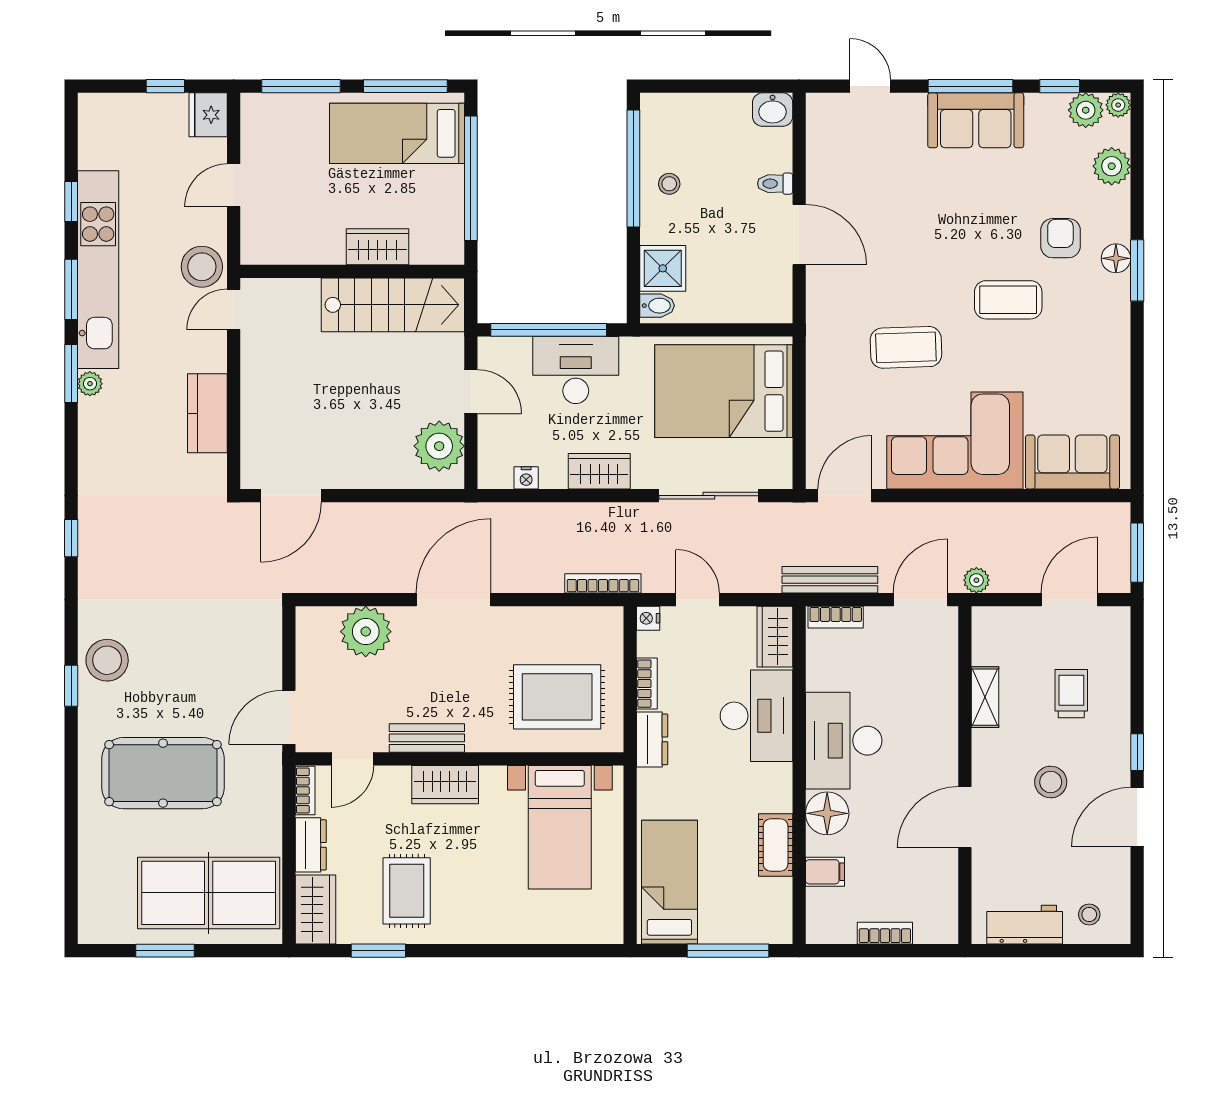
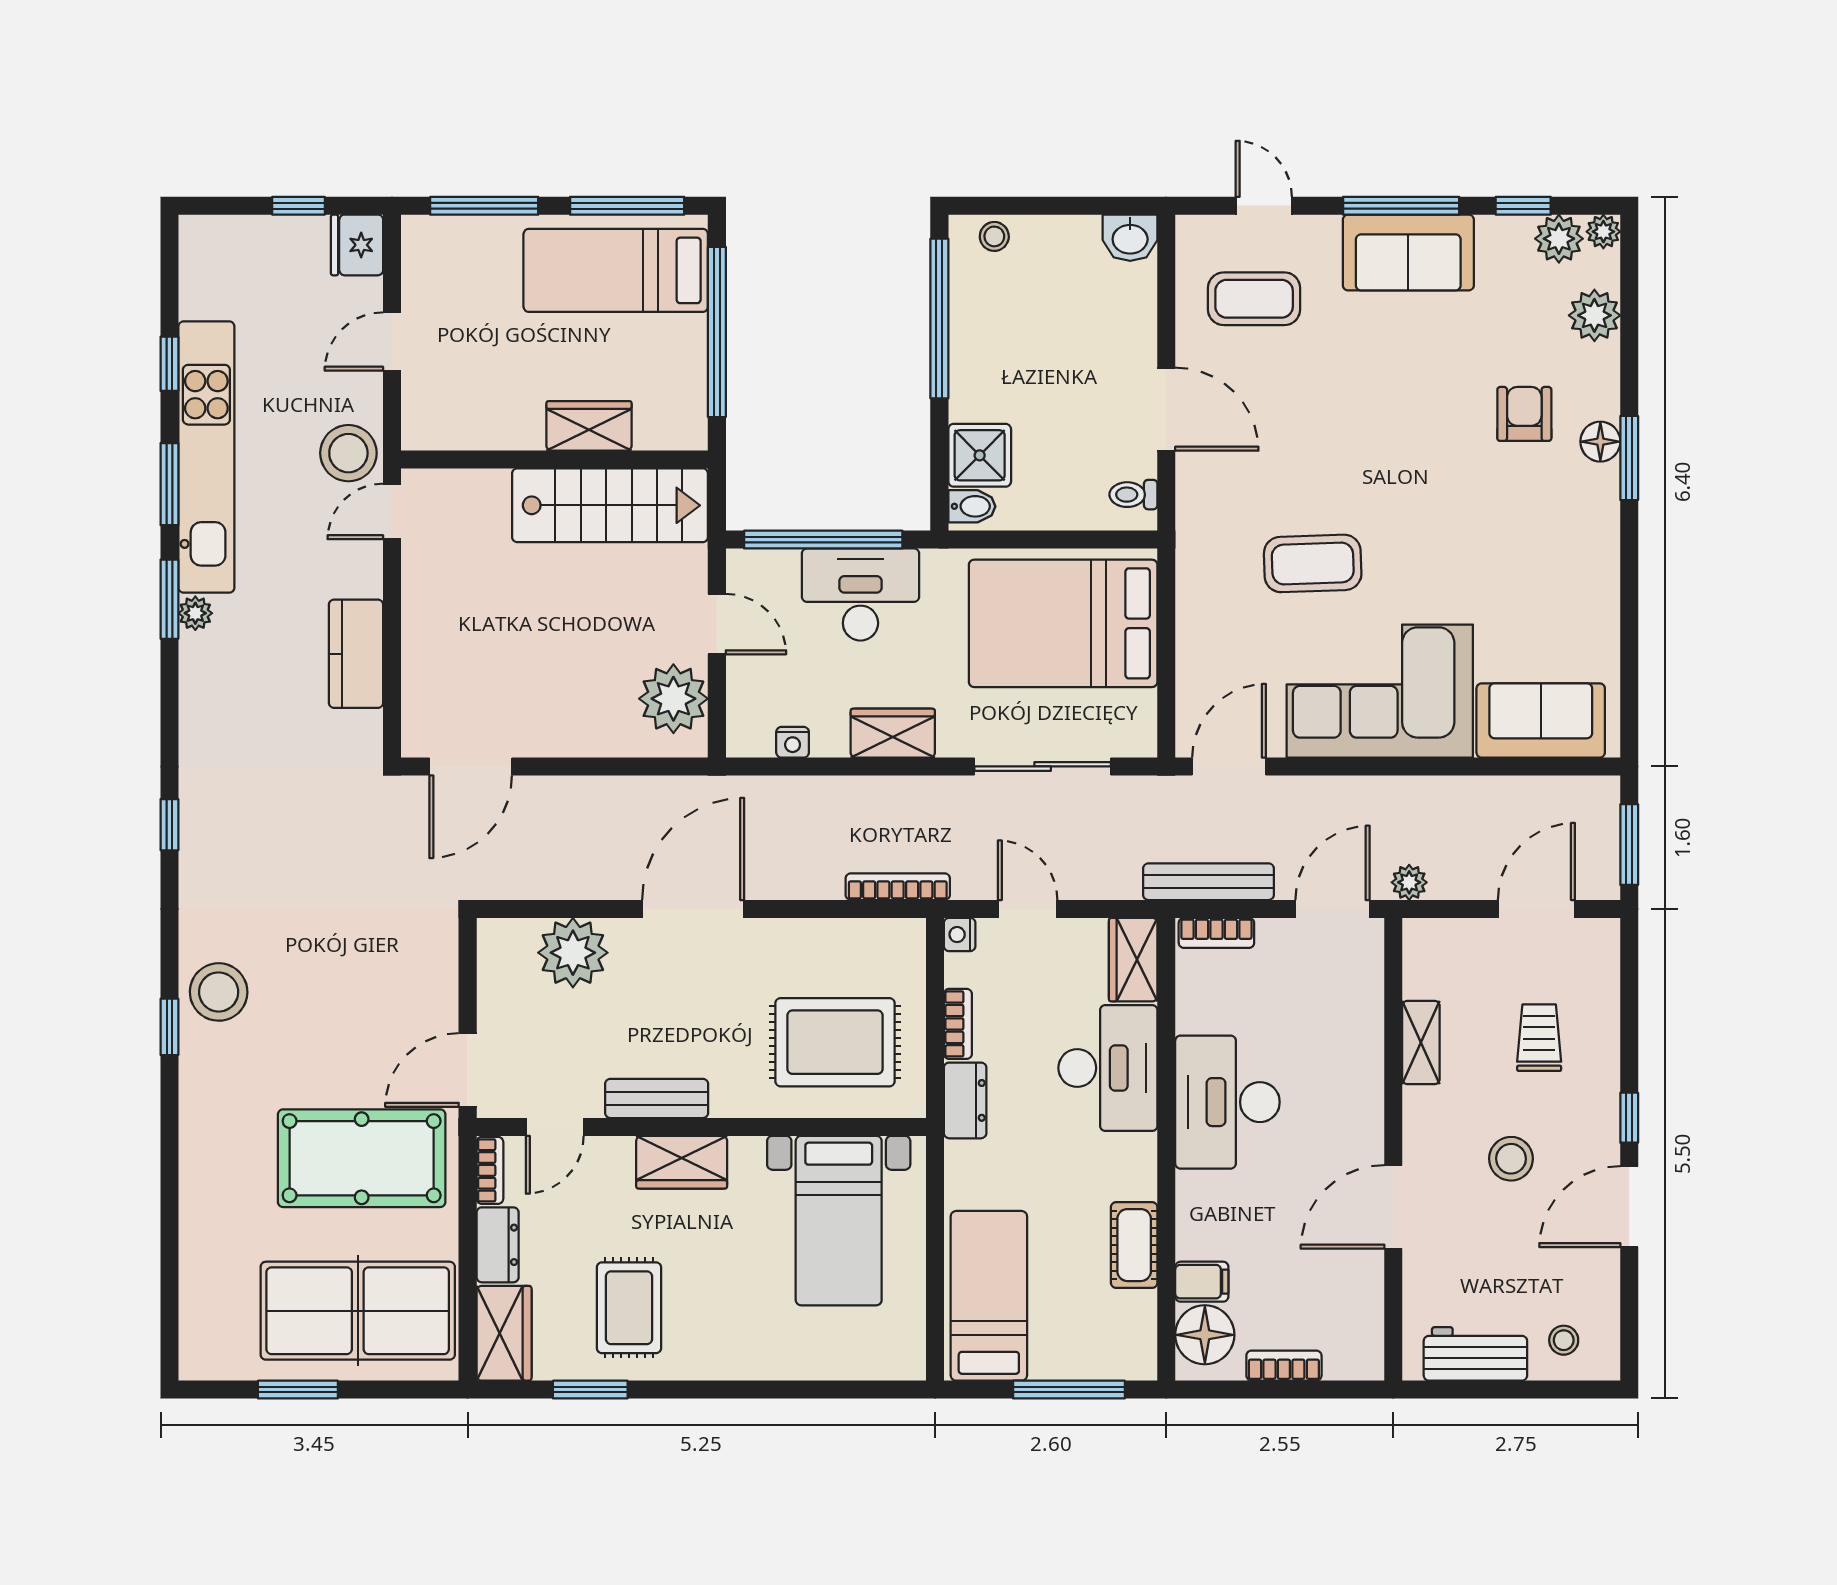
stool: (669, 184) -> (994, 236), moved
toilet: (775, 184) -> (1133, 495), moved
coffee table: (1008, 300) -> (1254, 299), moved
pool table: (163, 773) -> (362, 1158), moved
floor lamp: (827, 813) -> (1205, 1335), moved

